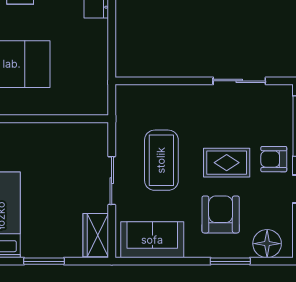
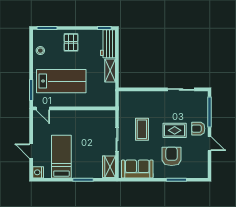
shelving: (98, 43) -> (110, 71), added
coffee table: (161, 160) -> (142, 129), width x0.73, depth x0.76
floor lamp: (267, 244) -> (195, 171), removed

